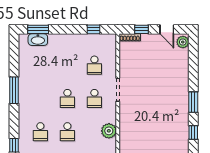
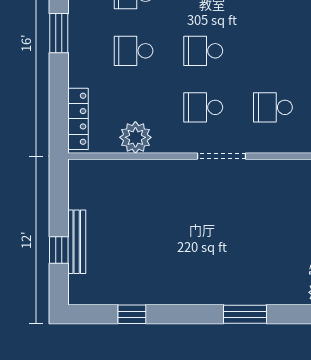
window: (193, 102) -> (245, 314), moved

